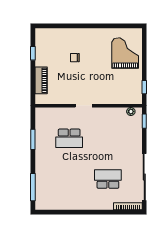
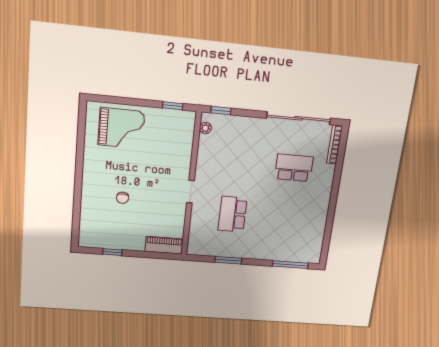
grand piano: (125, 53) -> (121, 128), turned 180
piano: (41, 80) -> (164, 245), moved
school desk: (69, 138) -> (233, 214), turned 180
school desk: (108, 179) -> (294, 168), turned 90

